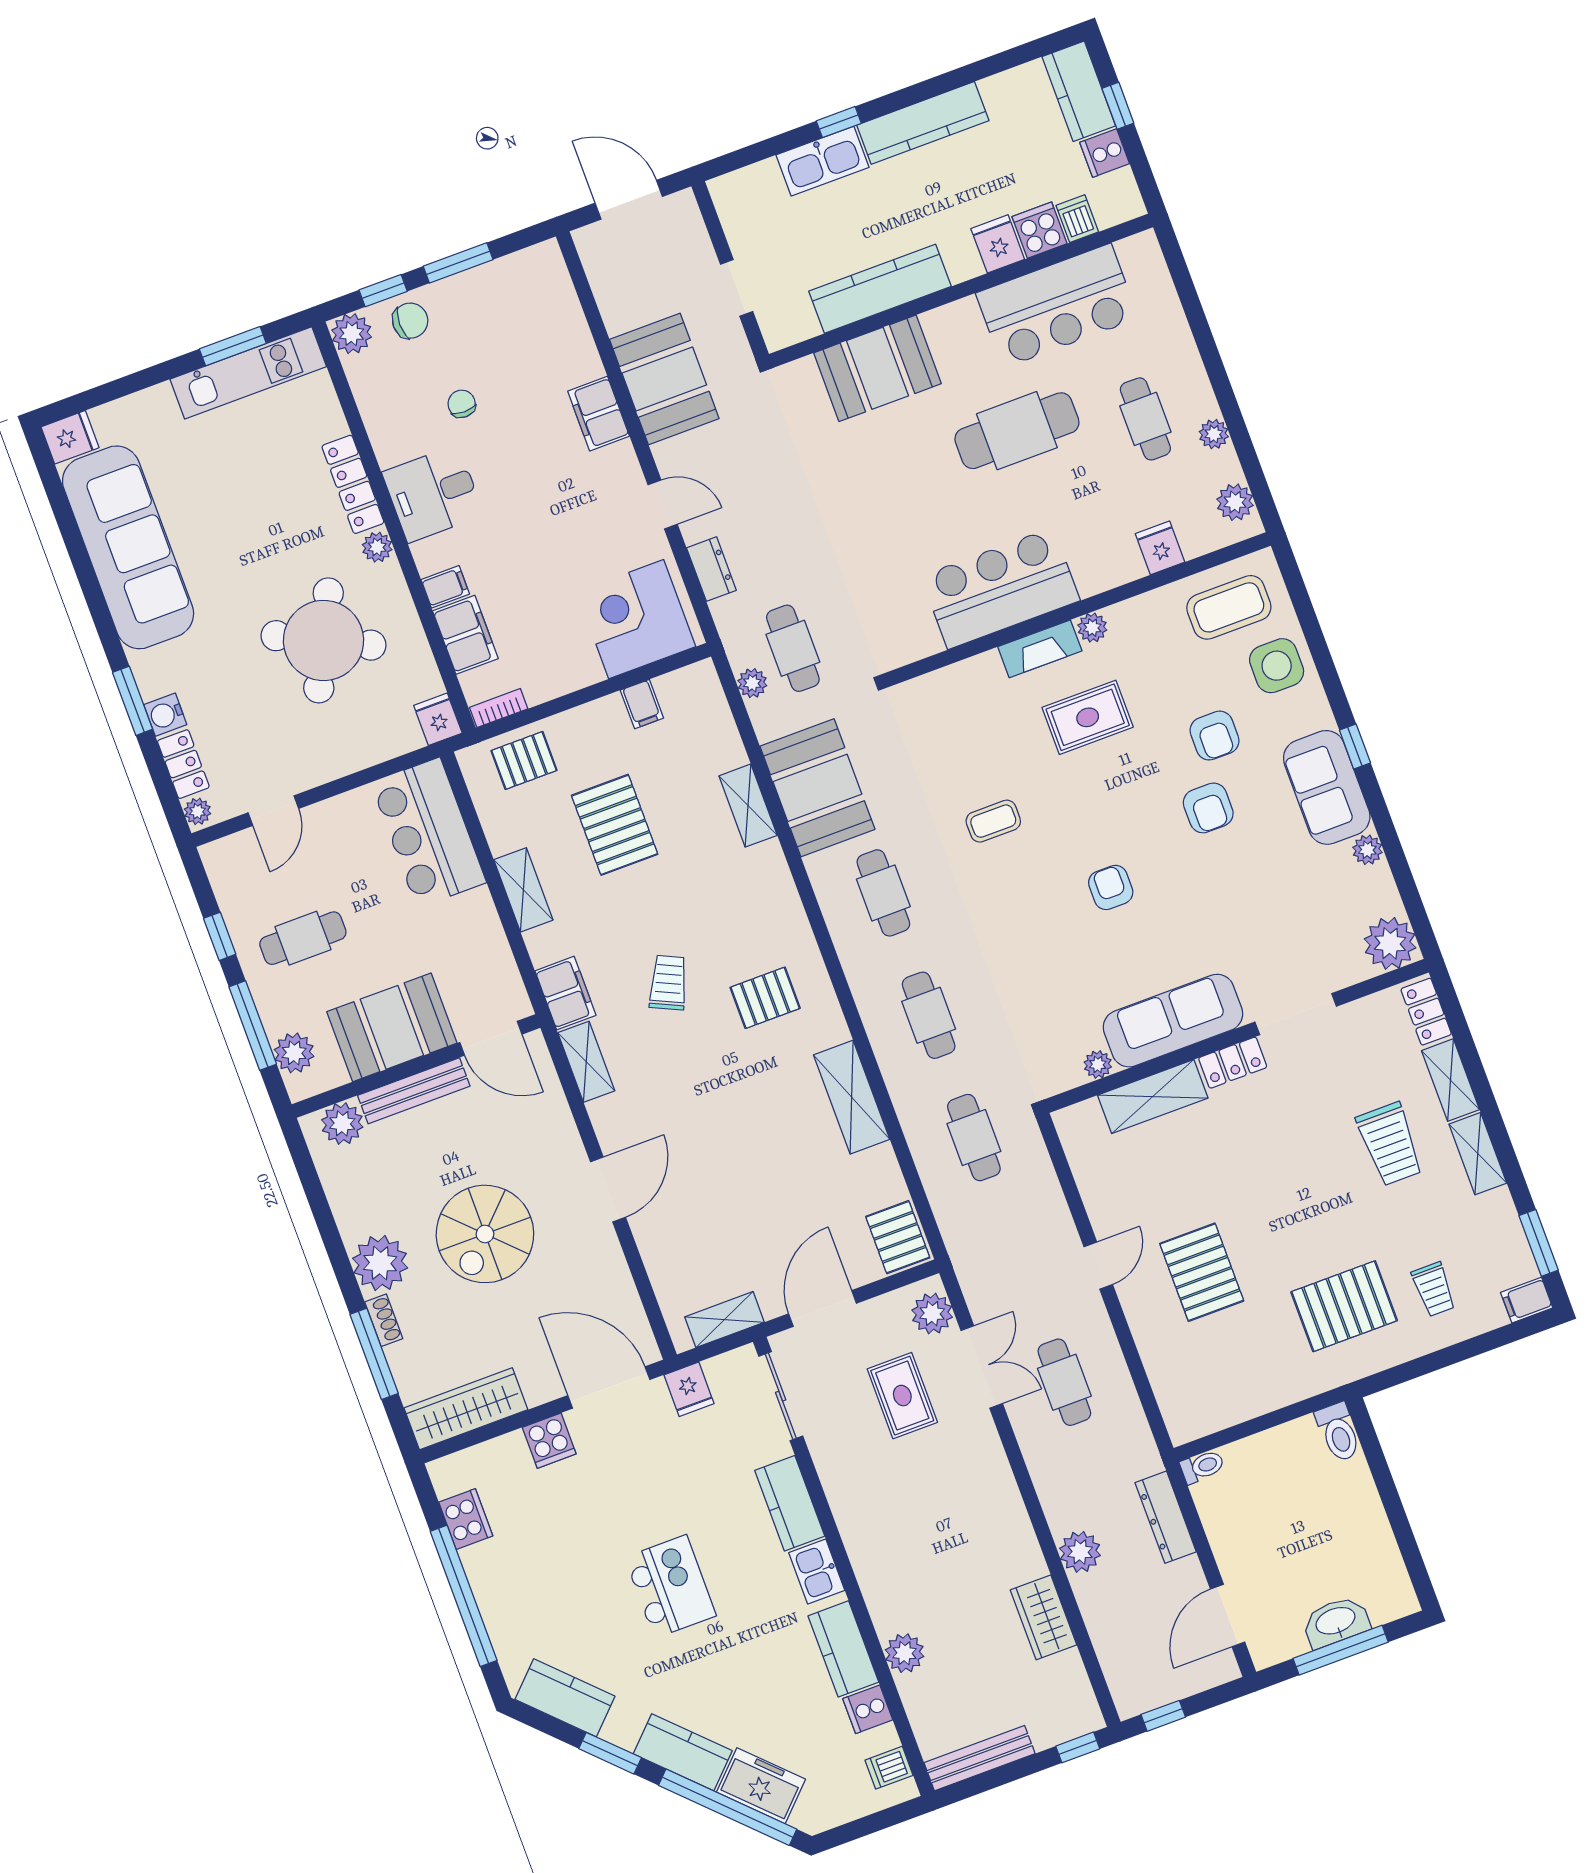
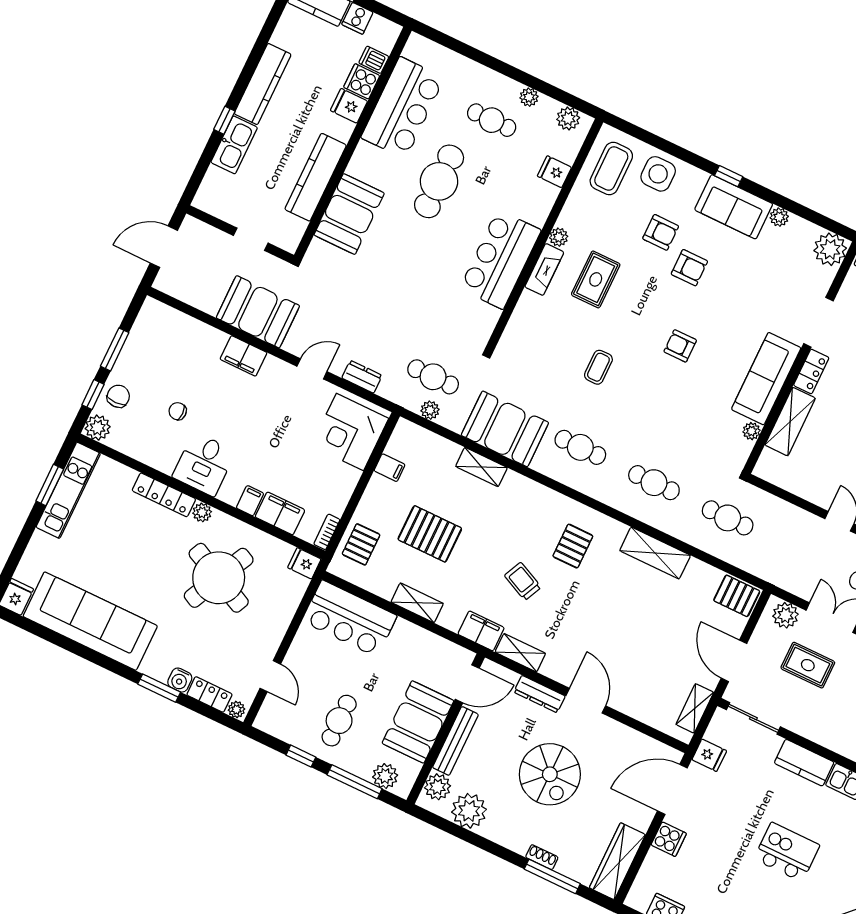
dresser: (562, 1131) -> (540, 694), added
plant: (380, 1263) -> (469, 811), moved

